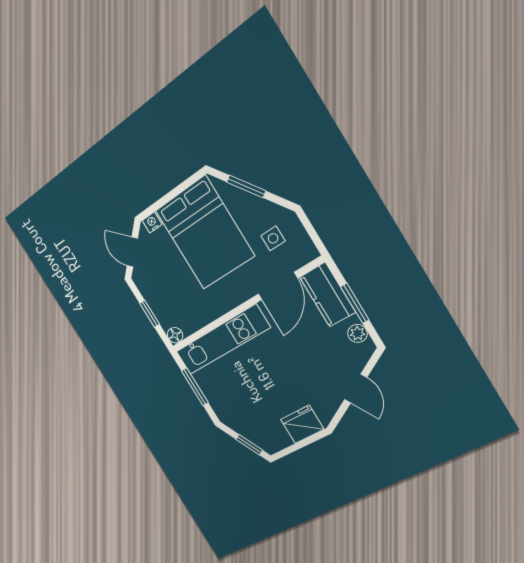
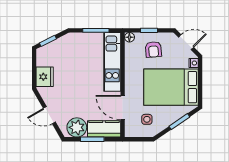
armchair: (170, 292) -> (153, 49), added
plant: (357, 333) -> (77, 127), width x1.88, depth x1.88

